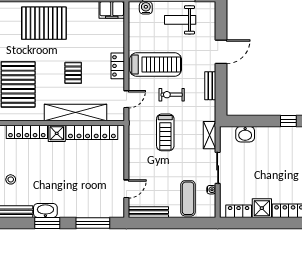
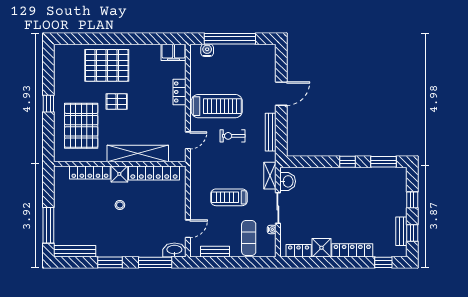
weight bench: (180, 20) -> (241, 62), removed
locker: (118, 66) -> (179, 92), moved
pallet: (73, 73) -> (117, 102), moved, turned 90
bench: (210, 86) -> (271, 132), width x1.36
treadmill: (165, 132) -> (229, 197), moved, turned 90
washbasin: (245, 134) -> (288, 181), moved, turned -90
stool: (11, 179) -> (120, 205), moved
washbasin: (45, 210) -> (174, 250), moved
bench: (148, 212) -> (215, 252), width x0.73

